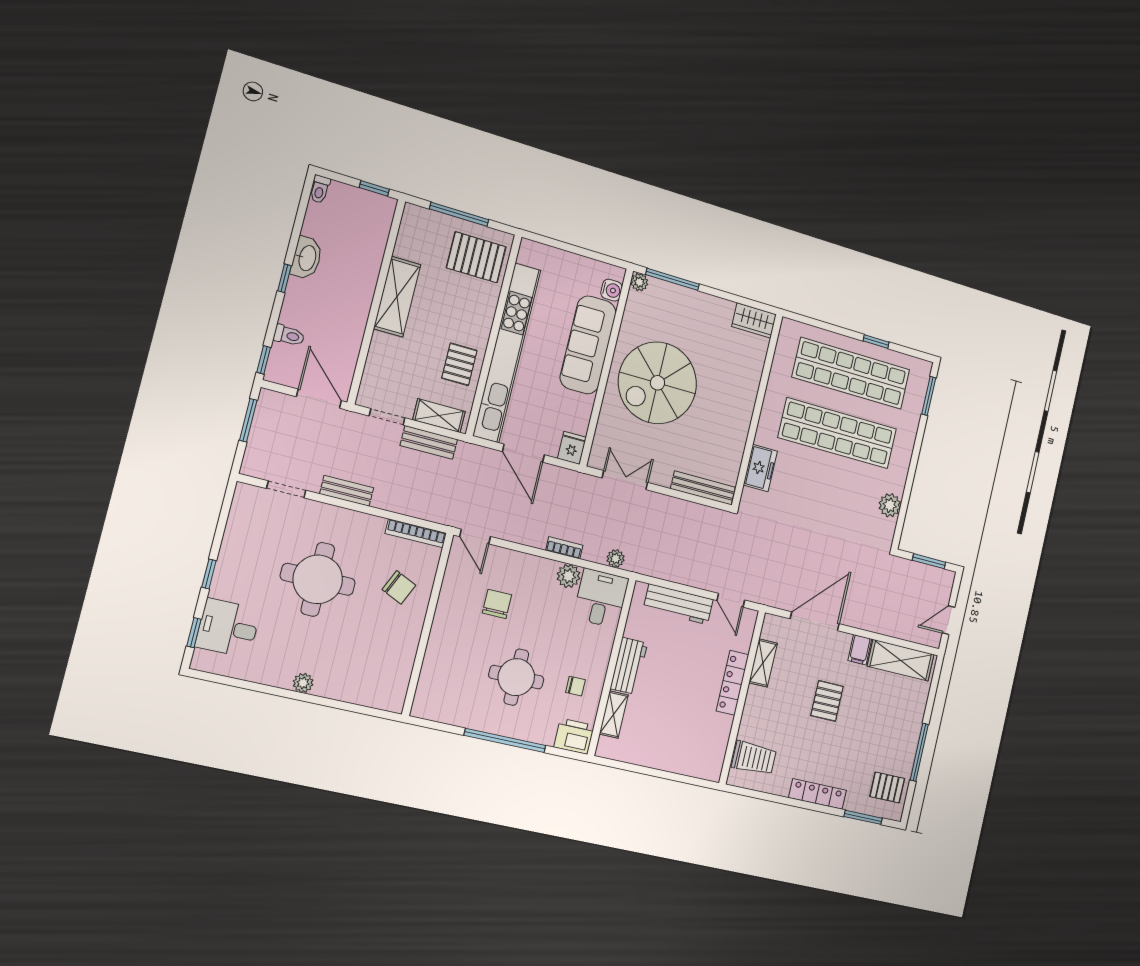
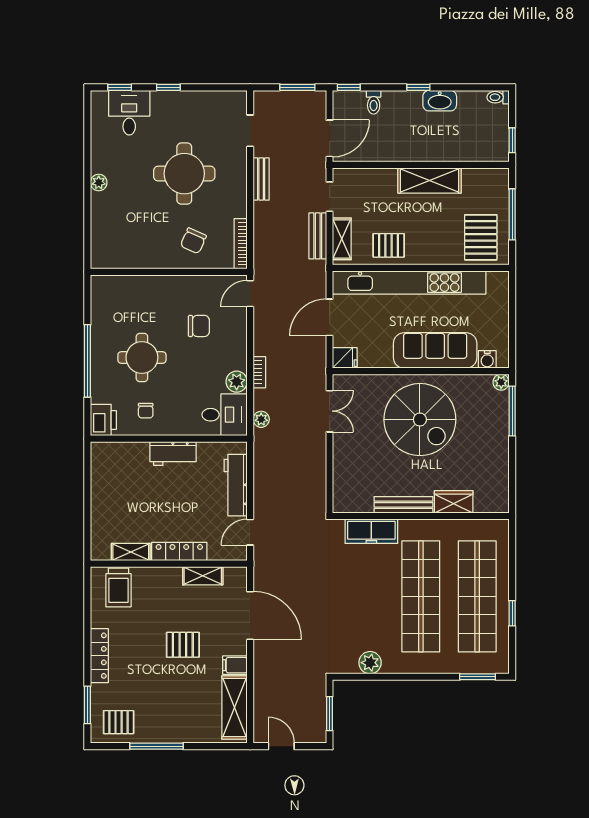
wardrobe: (754, 321) -> (454, 502), moved, turned 90
spiral stairs: (658, 383) -> (420, 420), turned 180
freezer: (760, 468) -> (371, 531), width x1.40
bench: (703, 488) -> (403, 505), moved, turned 90
shelving: (614, 714) -> (131, 552), moved
pallet: (887, 787) -> (119, 722), turned 90

